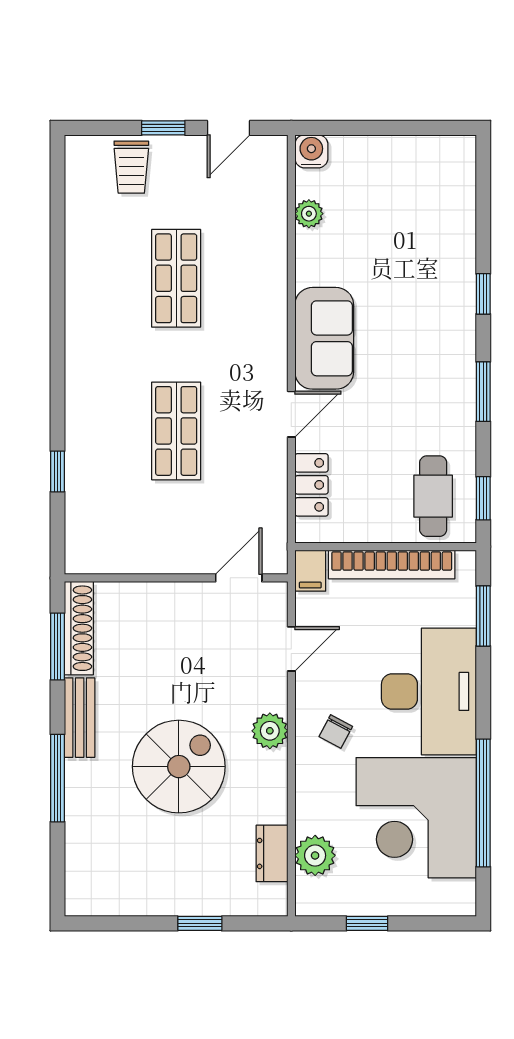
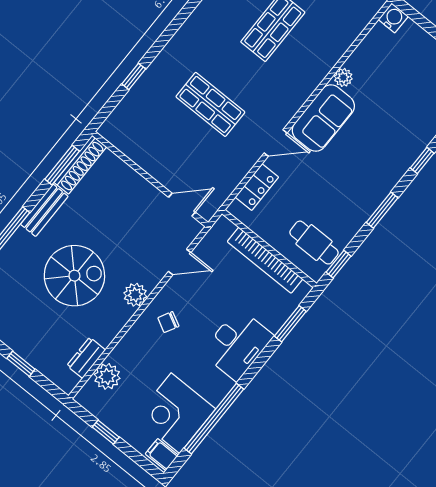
plant: (309, 214) -> (343, 77), moved
shop shelf: (176, 431) -> (210, 104), turned 90
cafe table: (433, 496) -> (314, 243), turned 90
filing cabinet: (310, 571) -> (162, 455), moved, turned 90
desk: (429, 691) -> (237, 344), width x0.73, depth x0.77
corner desk: (416, 818) -> (175, 413), width x0.74, depth x0.74

